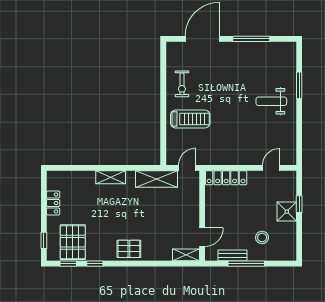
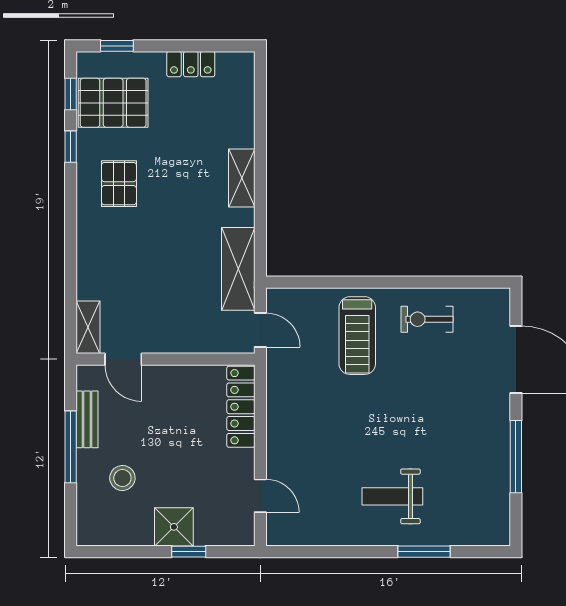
weight bench: (271, 101) -> (392, 496), turned -90
pallet: (129, 249) -> (119, 184), moved

